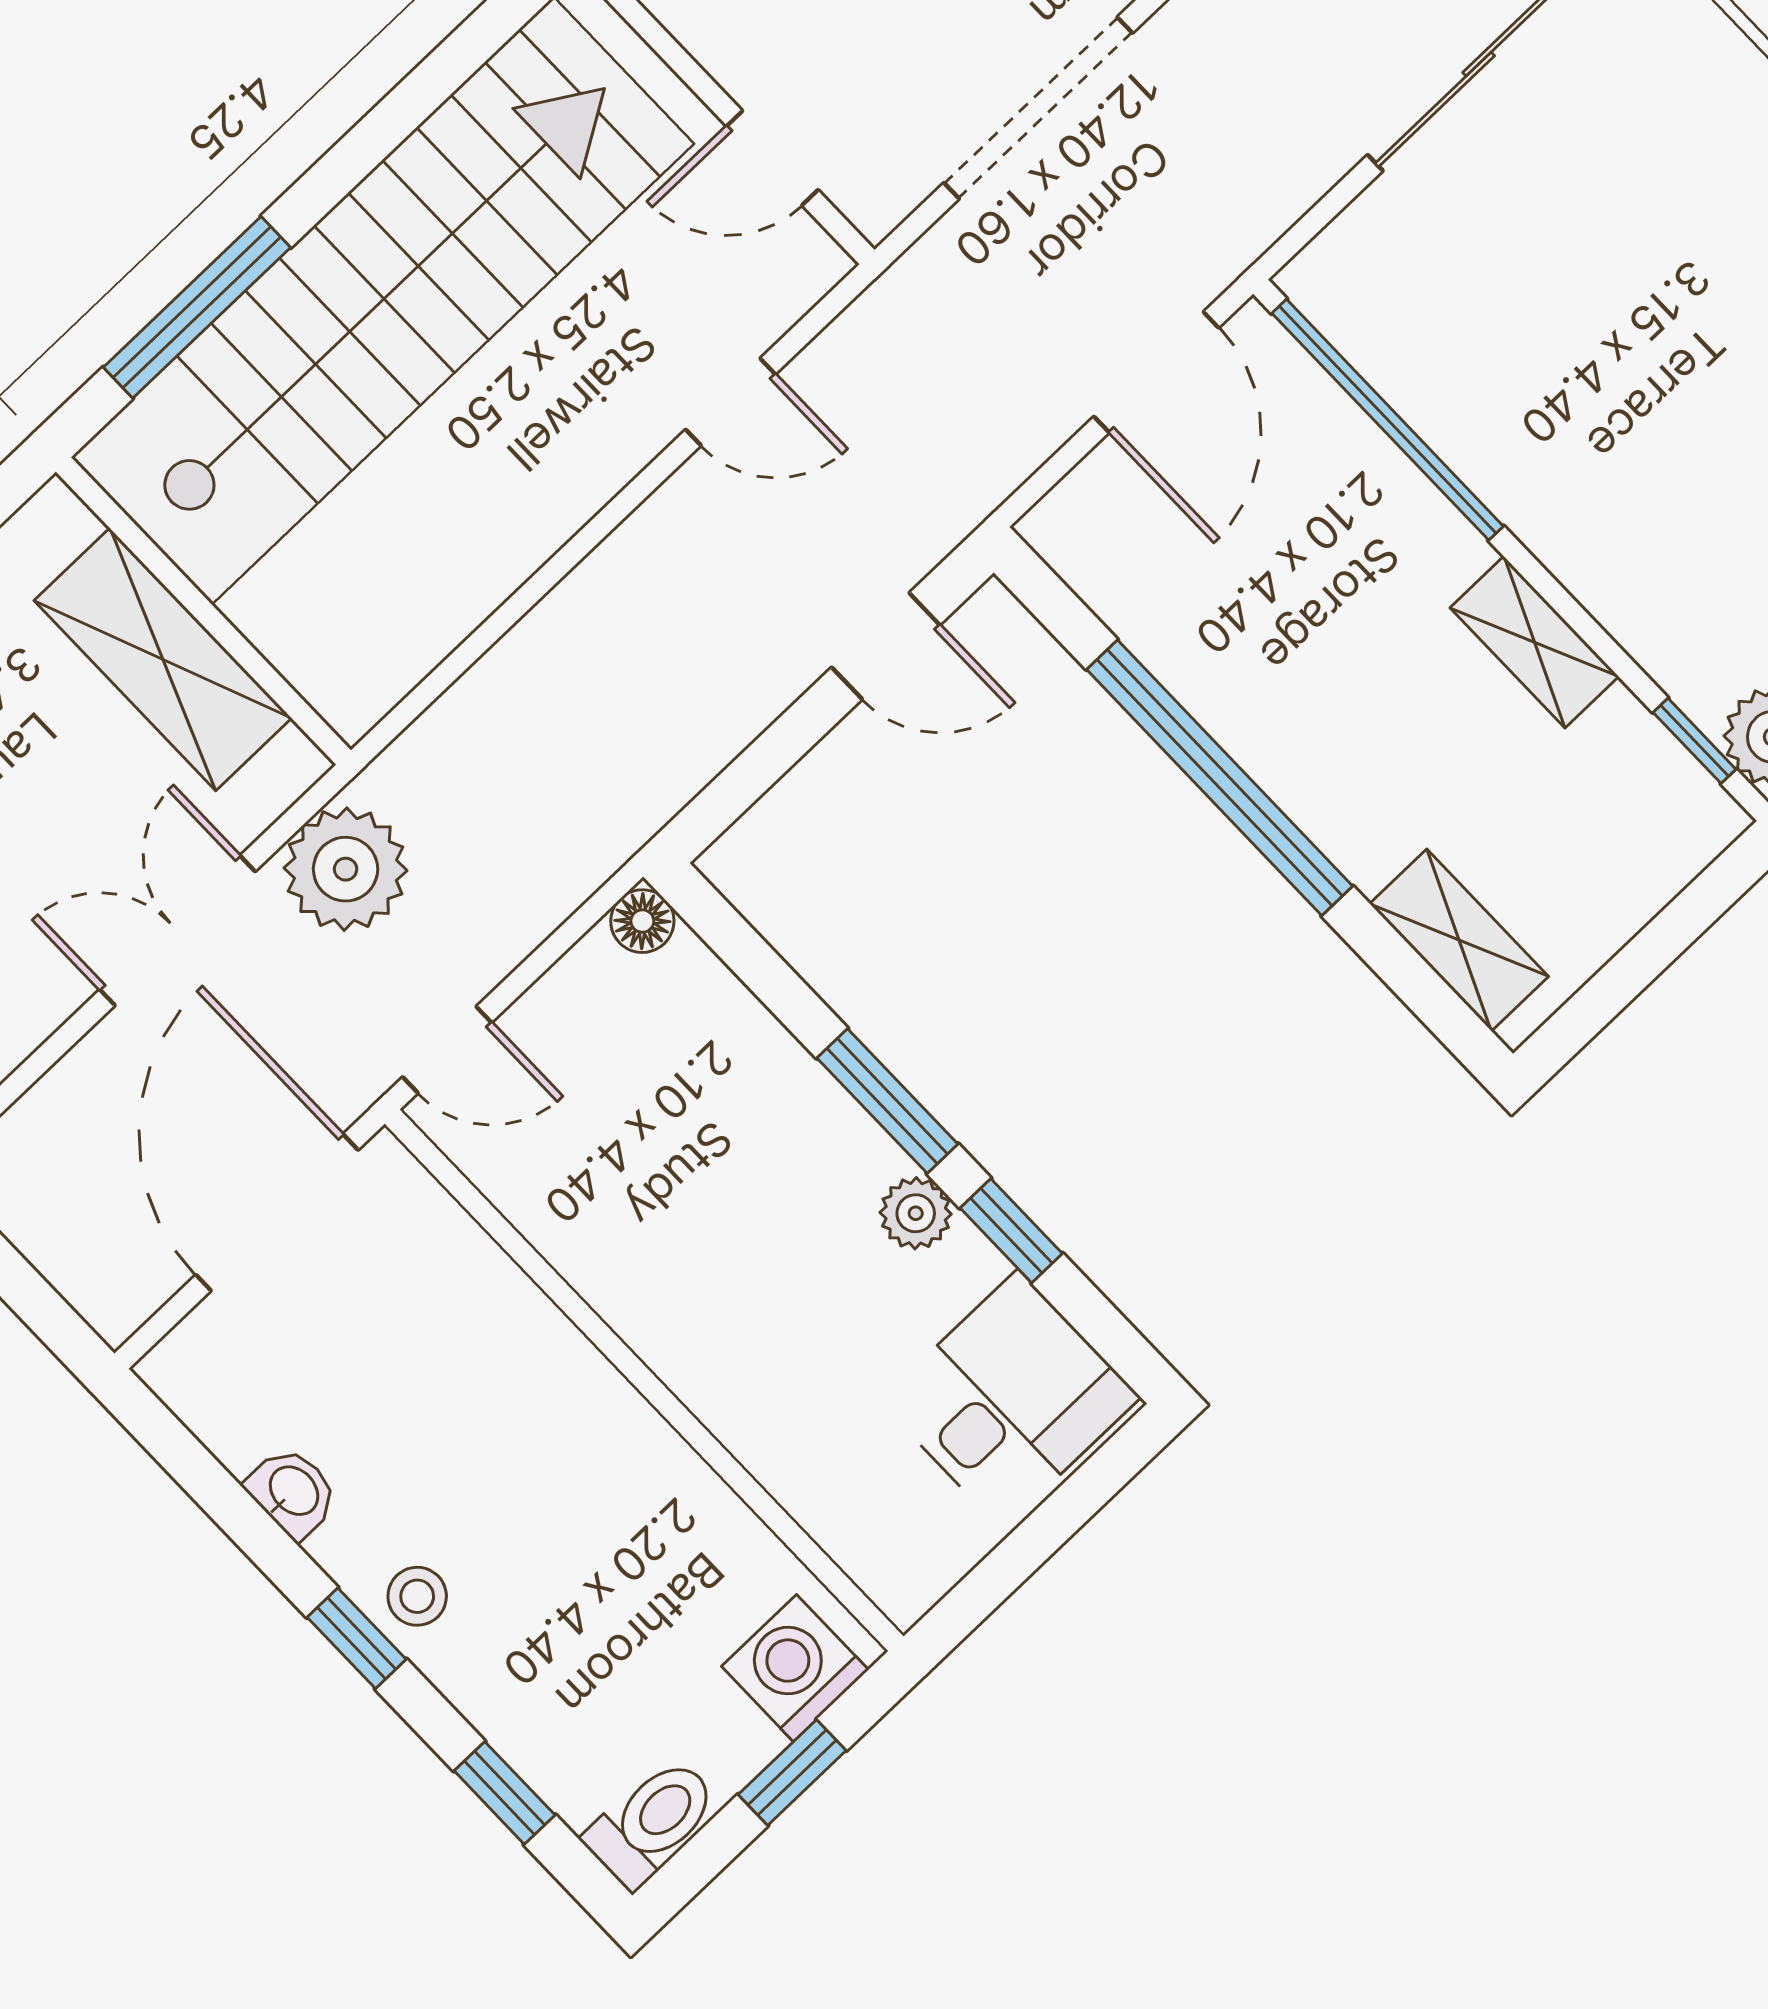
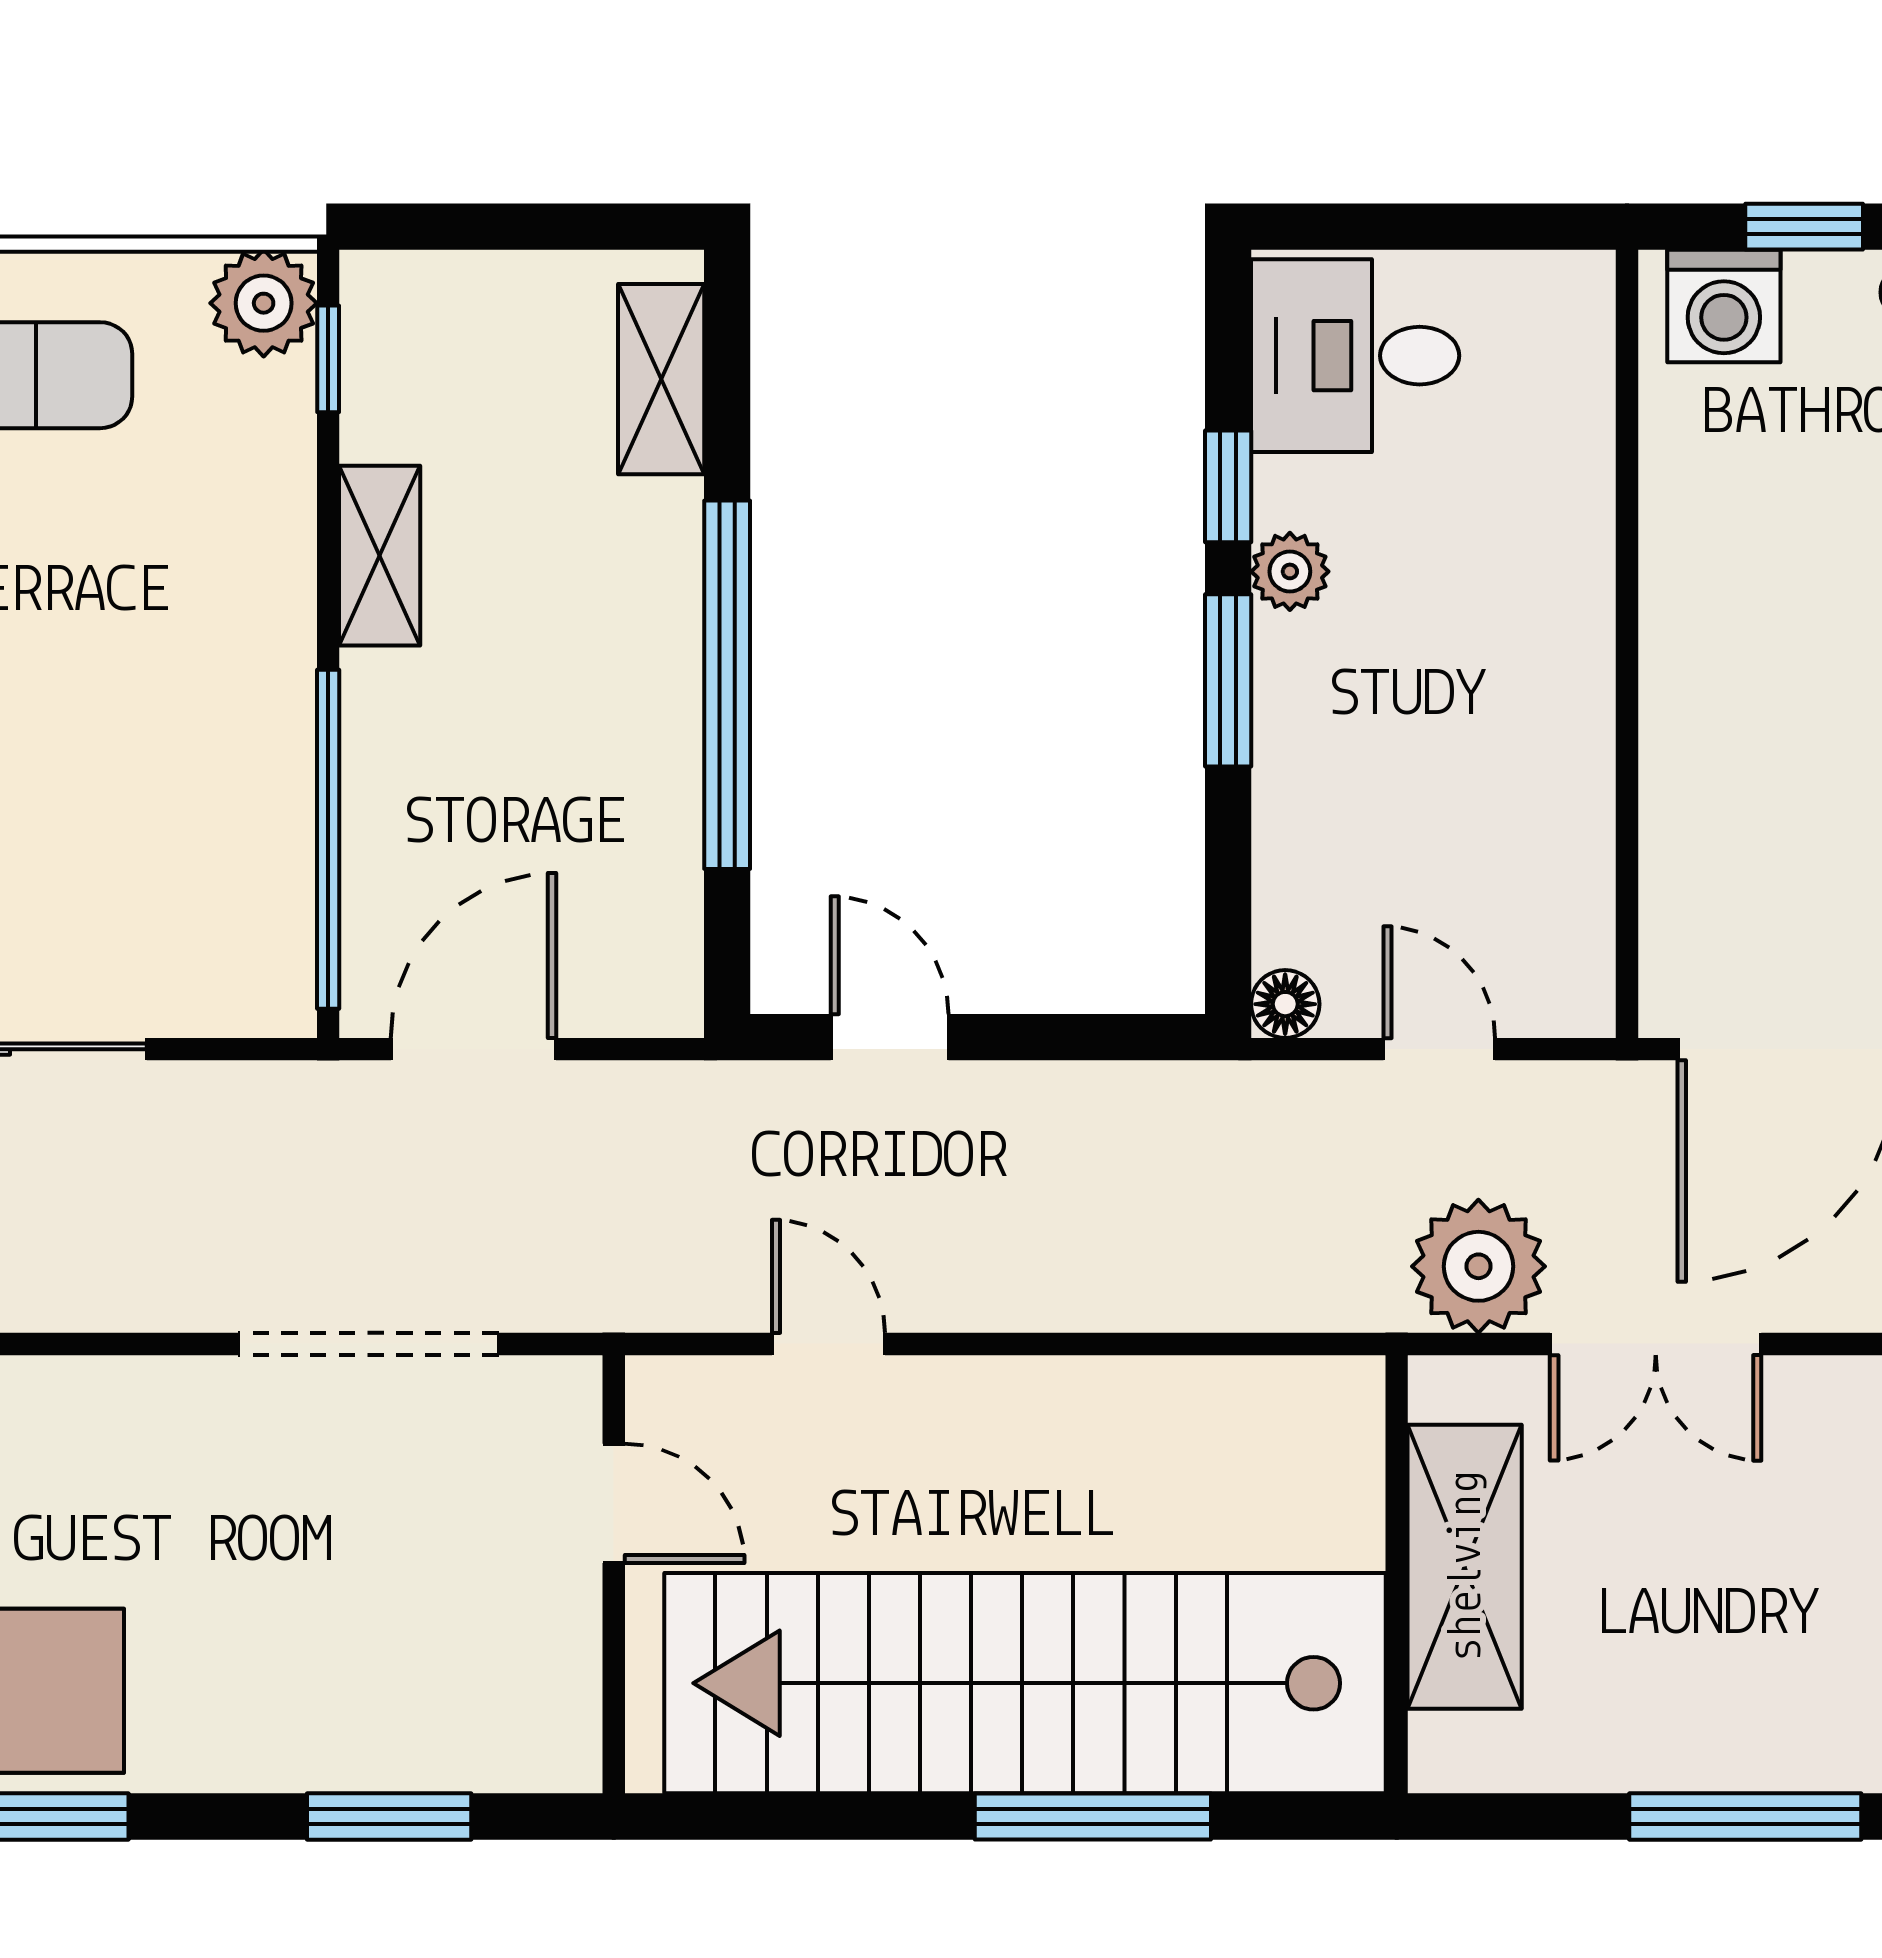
window: (197, 307) -> (1093, 1816), moved
door: (447, 1050) -> (1439, 1049), moved

